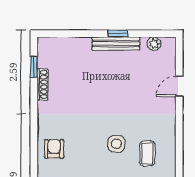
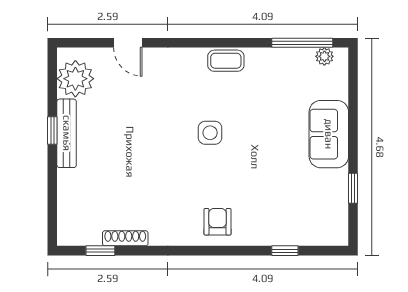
plant: (154, 44) -> (75, 79), width x1.88, depth x1.88
armchair: (54, 149) -> (218, 222), turned 90
coffee table: (147, 153) -> (226, 61), moved

